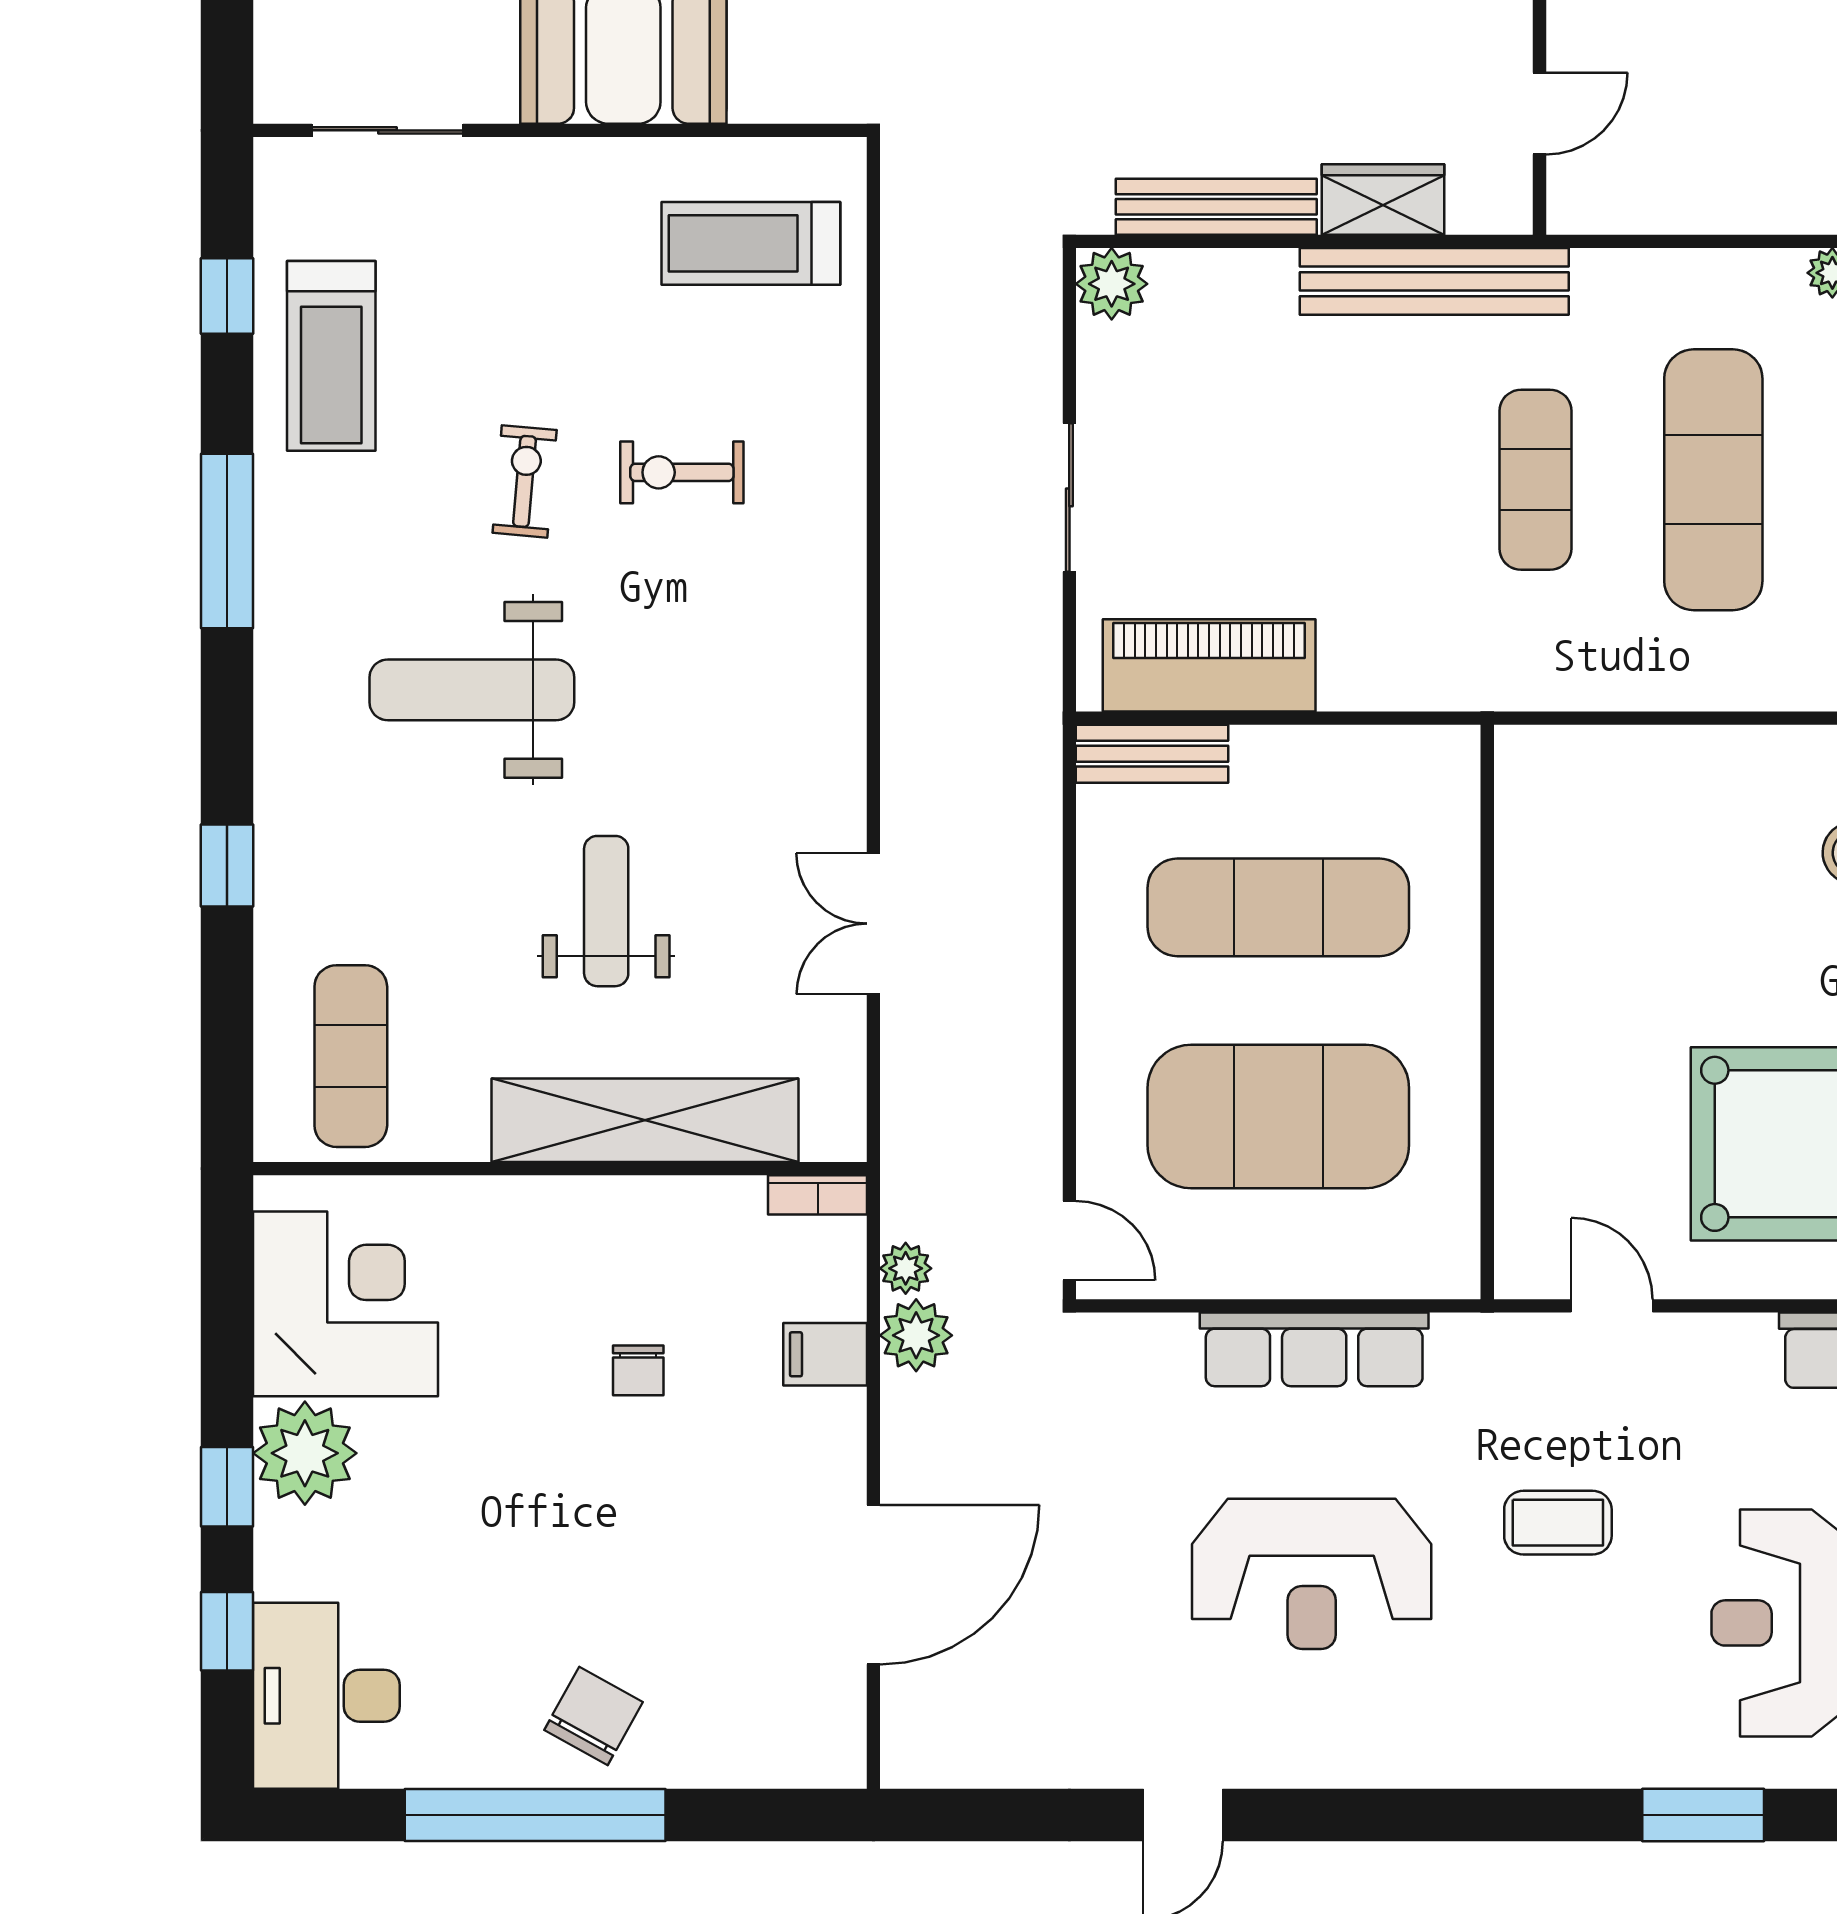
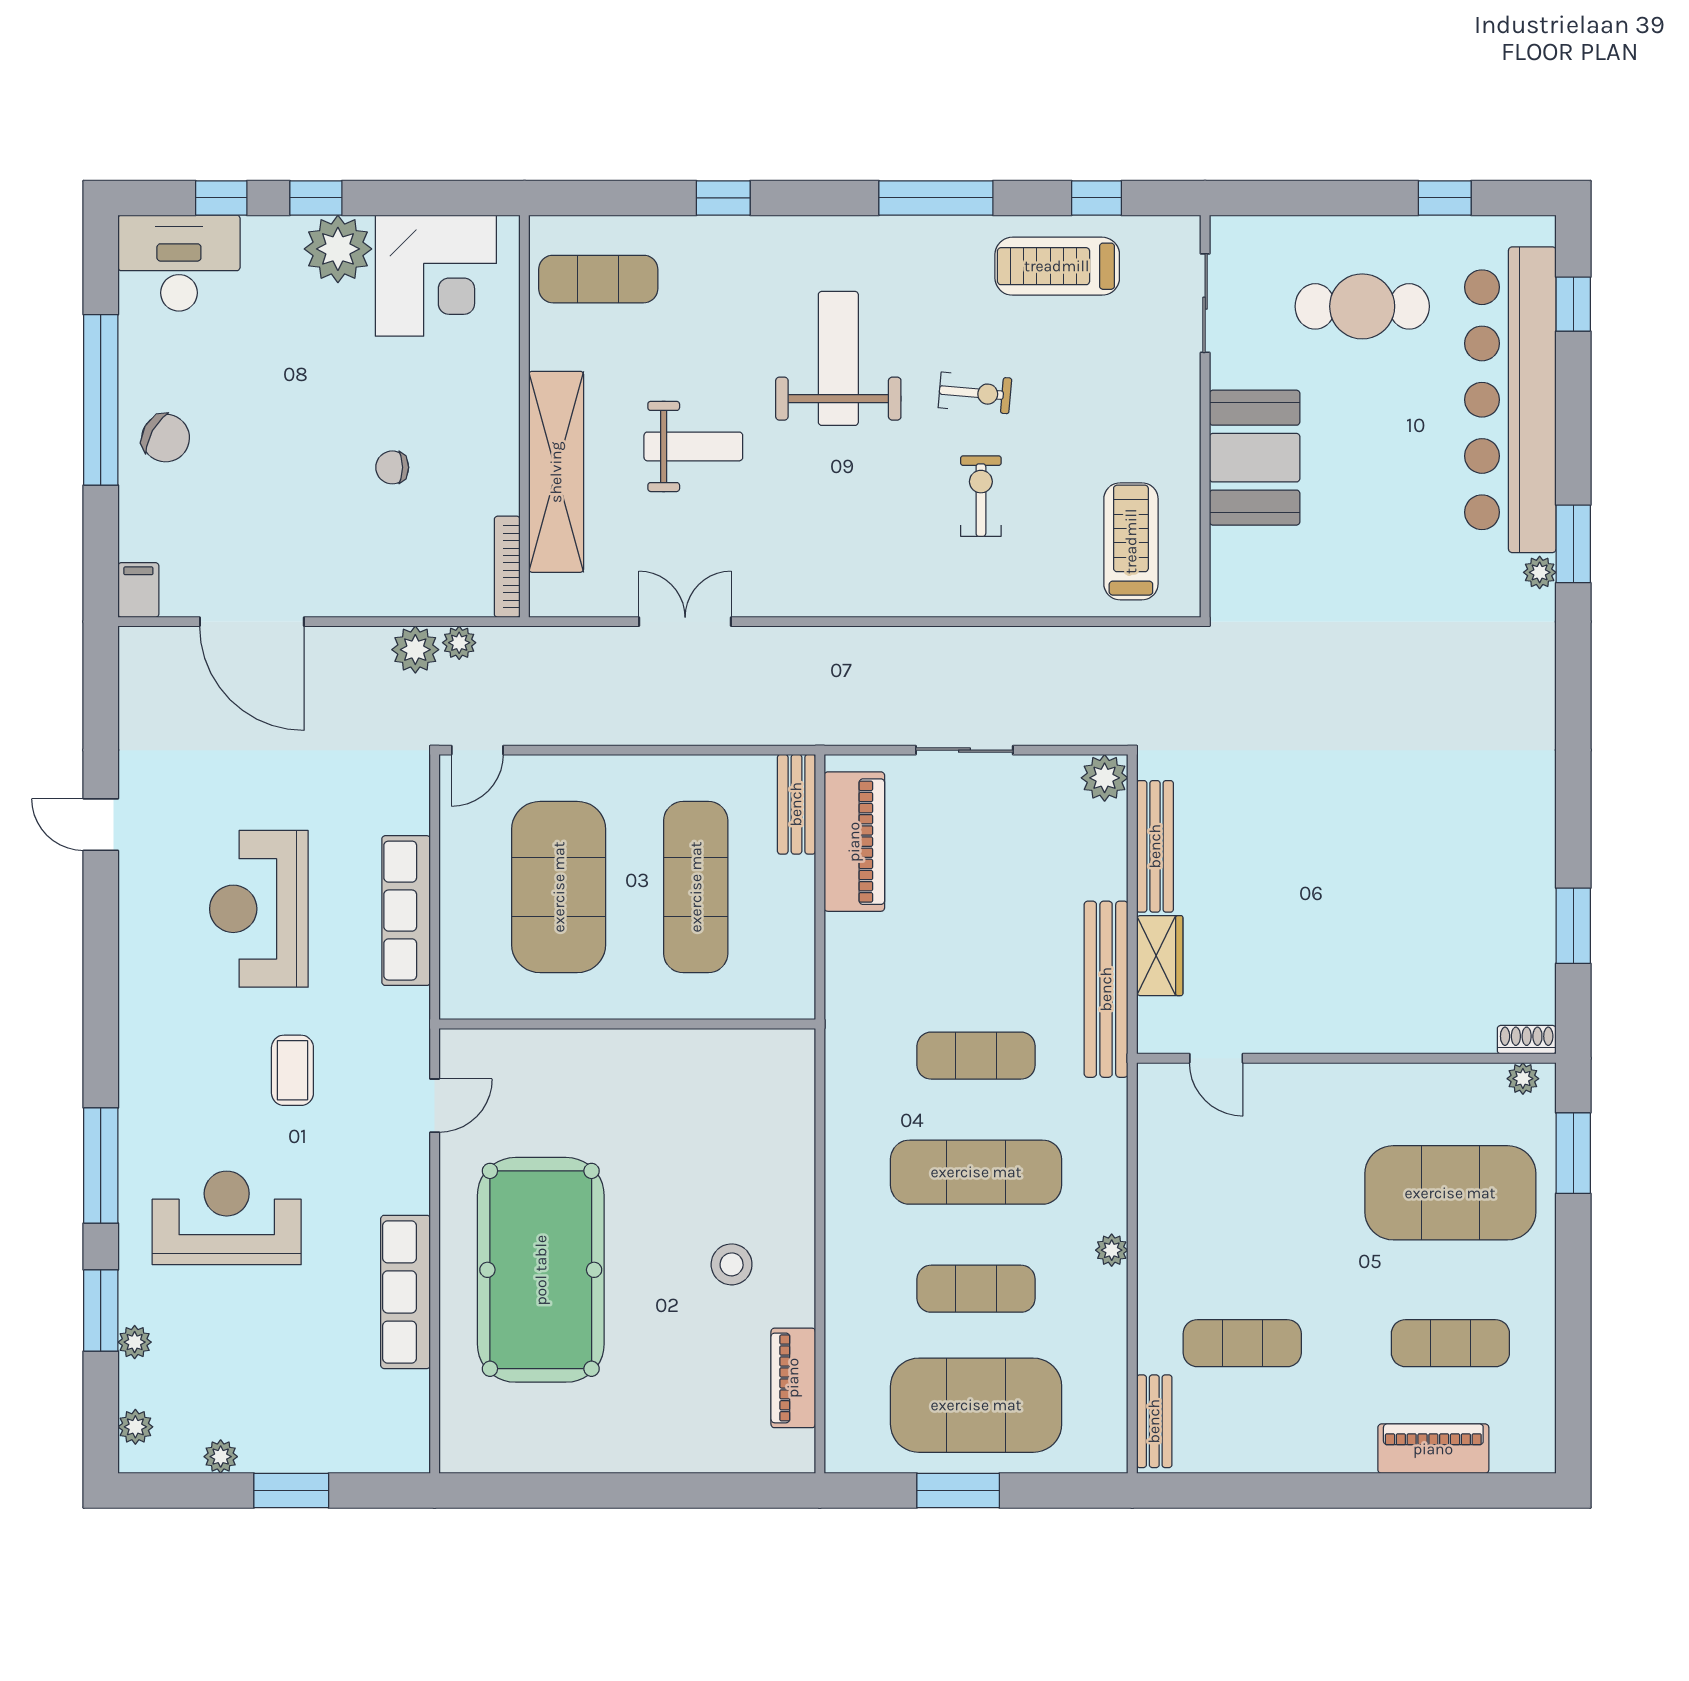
bookcase: (818, 1195) -> (507, 567), width x1.56
filing cabinet: (825, 1354) -> (138, 590), moved
window: (1703, 1815) -> (101, 1165), width x1.44

